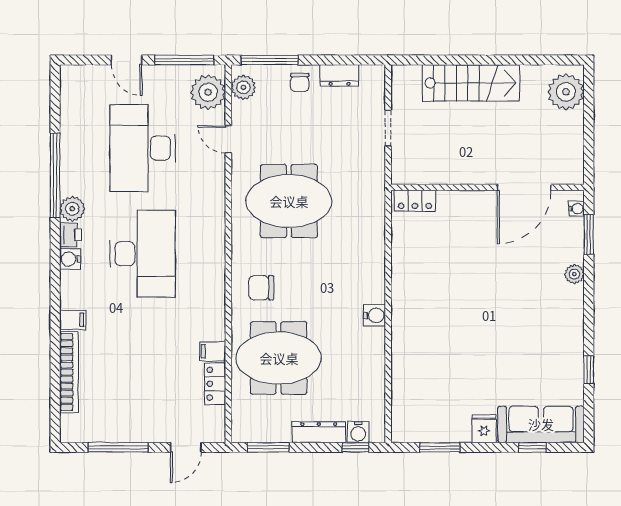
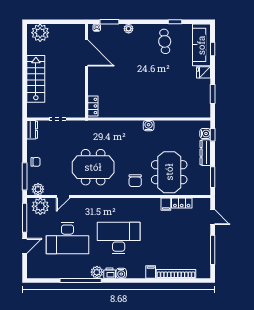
dresser: (340, 75) -> (32, 130), moved
meeting table: (289, 201) -> (93, 167), turned 90
cafe table: (548, 349) -> (165, 41), added

